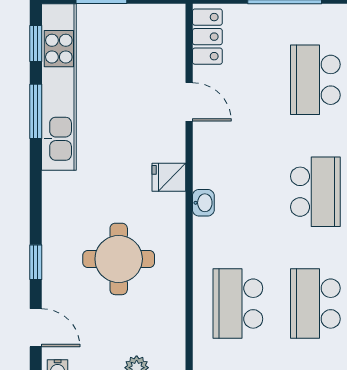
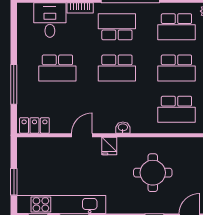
door: (189, 102) -> (82, 135), moved
school desk: (315, 192) -> (117, 68), turned 180

